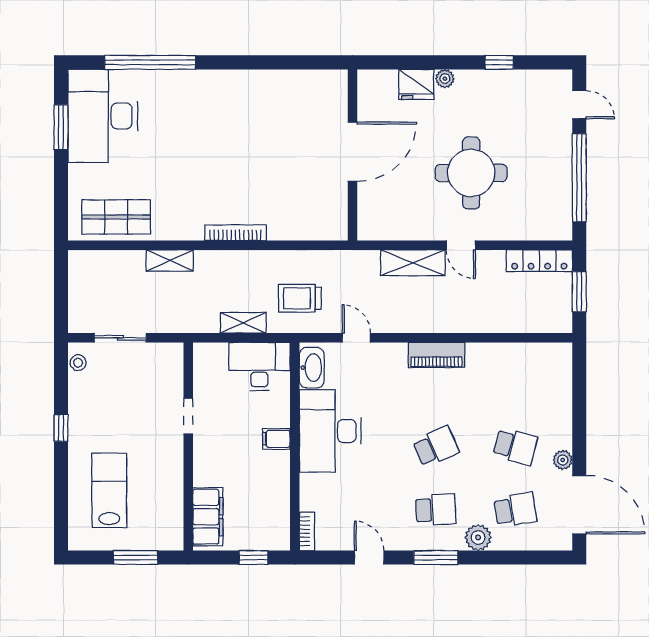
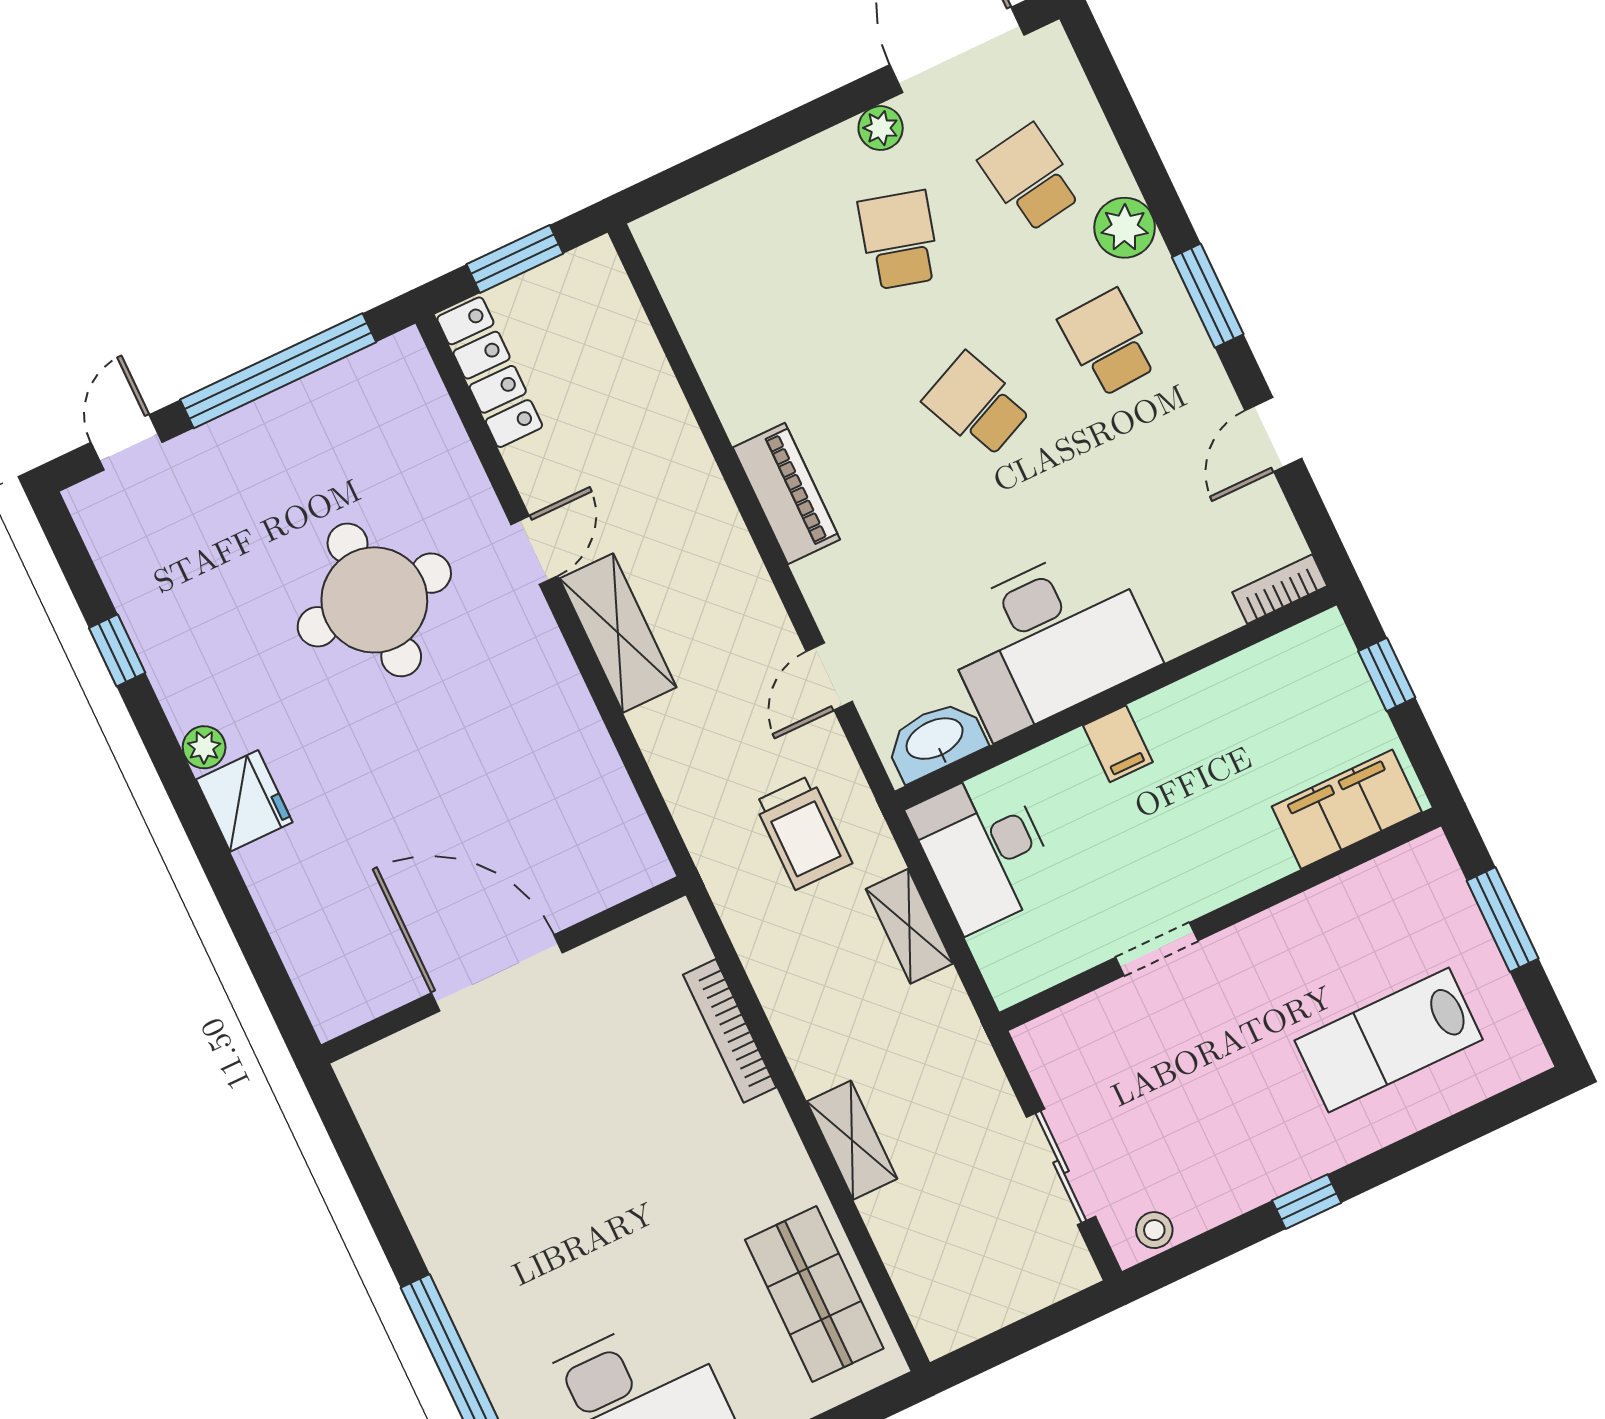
door: (352, 152) -> (497, 973), moved
wall: (352, 155) -> (503, 970), moved

